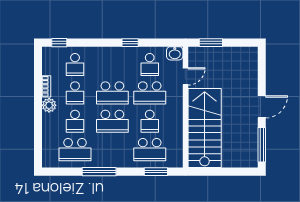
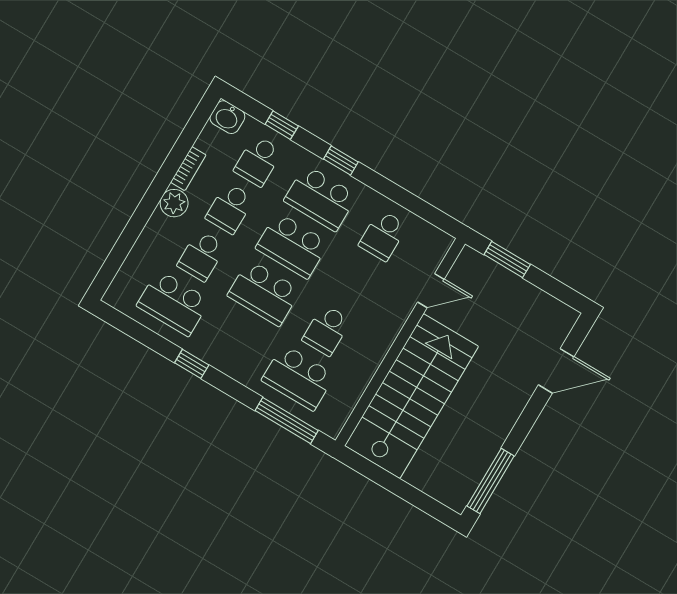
window: (59, 43) -> (282, 125), moved
window: (130, 43) -> (341, 160), moved
washbasin: (175, 53) -> (227, 117), moved
school desk: (150, 93) -> (321, 198), moved
door: (262, 107) -> (556, 371), moved
window: (99, 172) -> (192, 364), width x0.46
window: (156, 172) -> (287, 420), width x1.44

